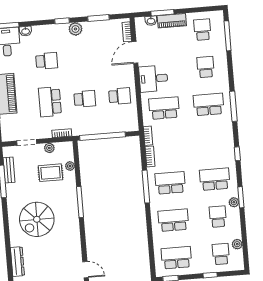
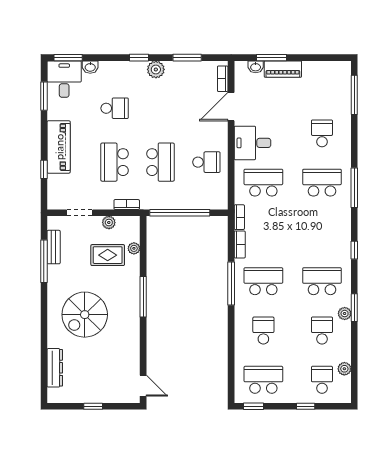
school desk: (202, 30) -> (322, 84), removed
school desk: (85, 99) -> (160, 162), width x1.85
school desk: (173, 220) -> (263, 330), width x0.54

